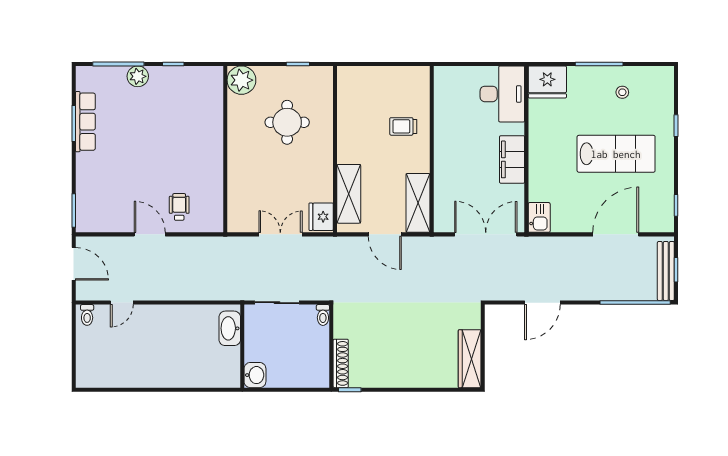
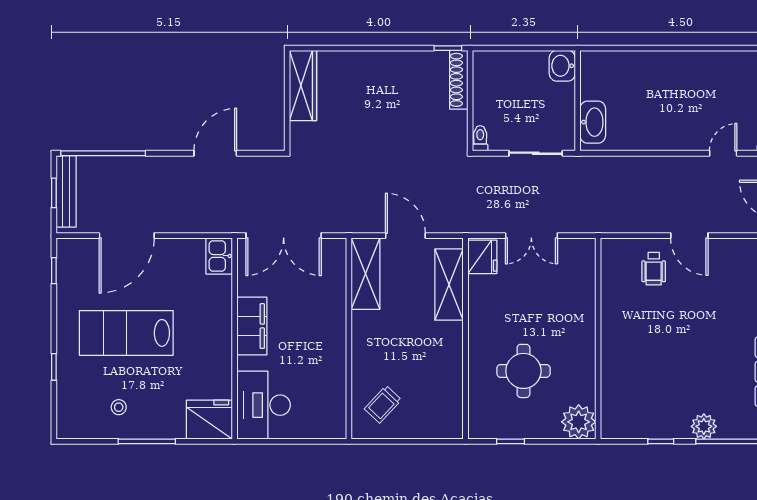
trolley: (403, 126) -> (383, 404), moved, turned 133

